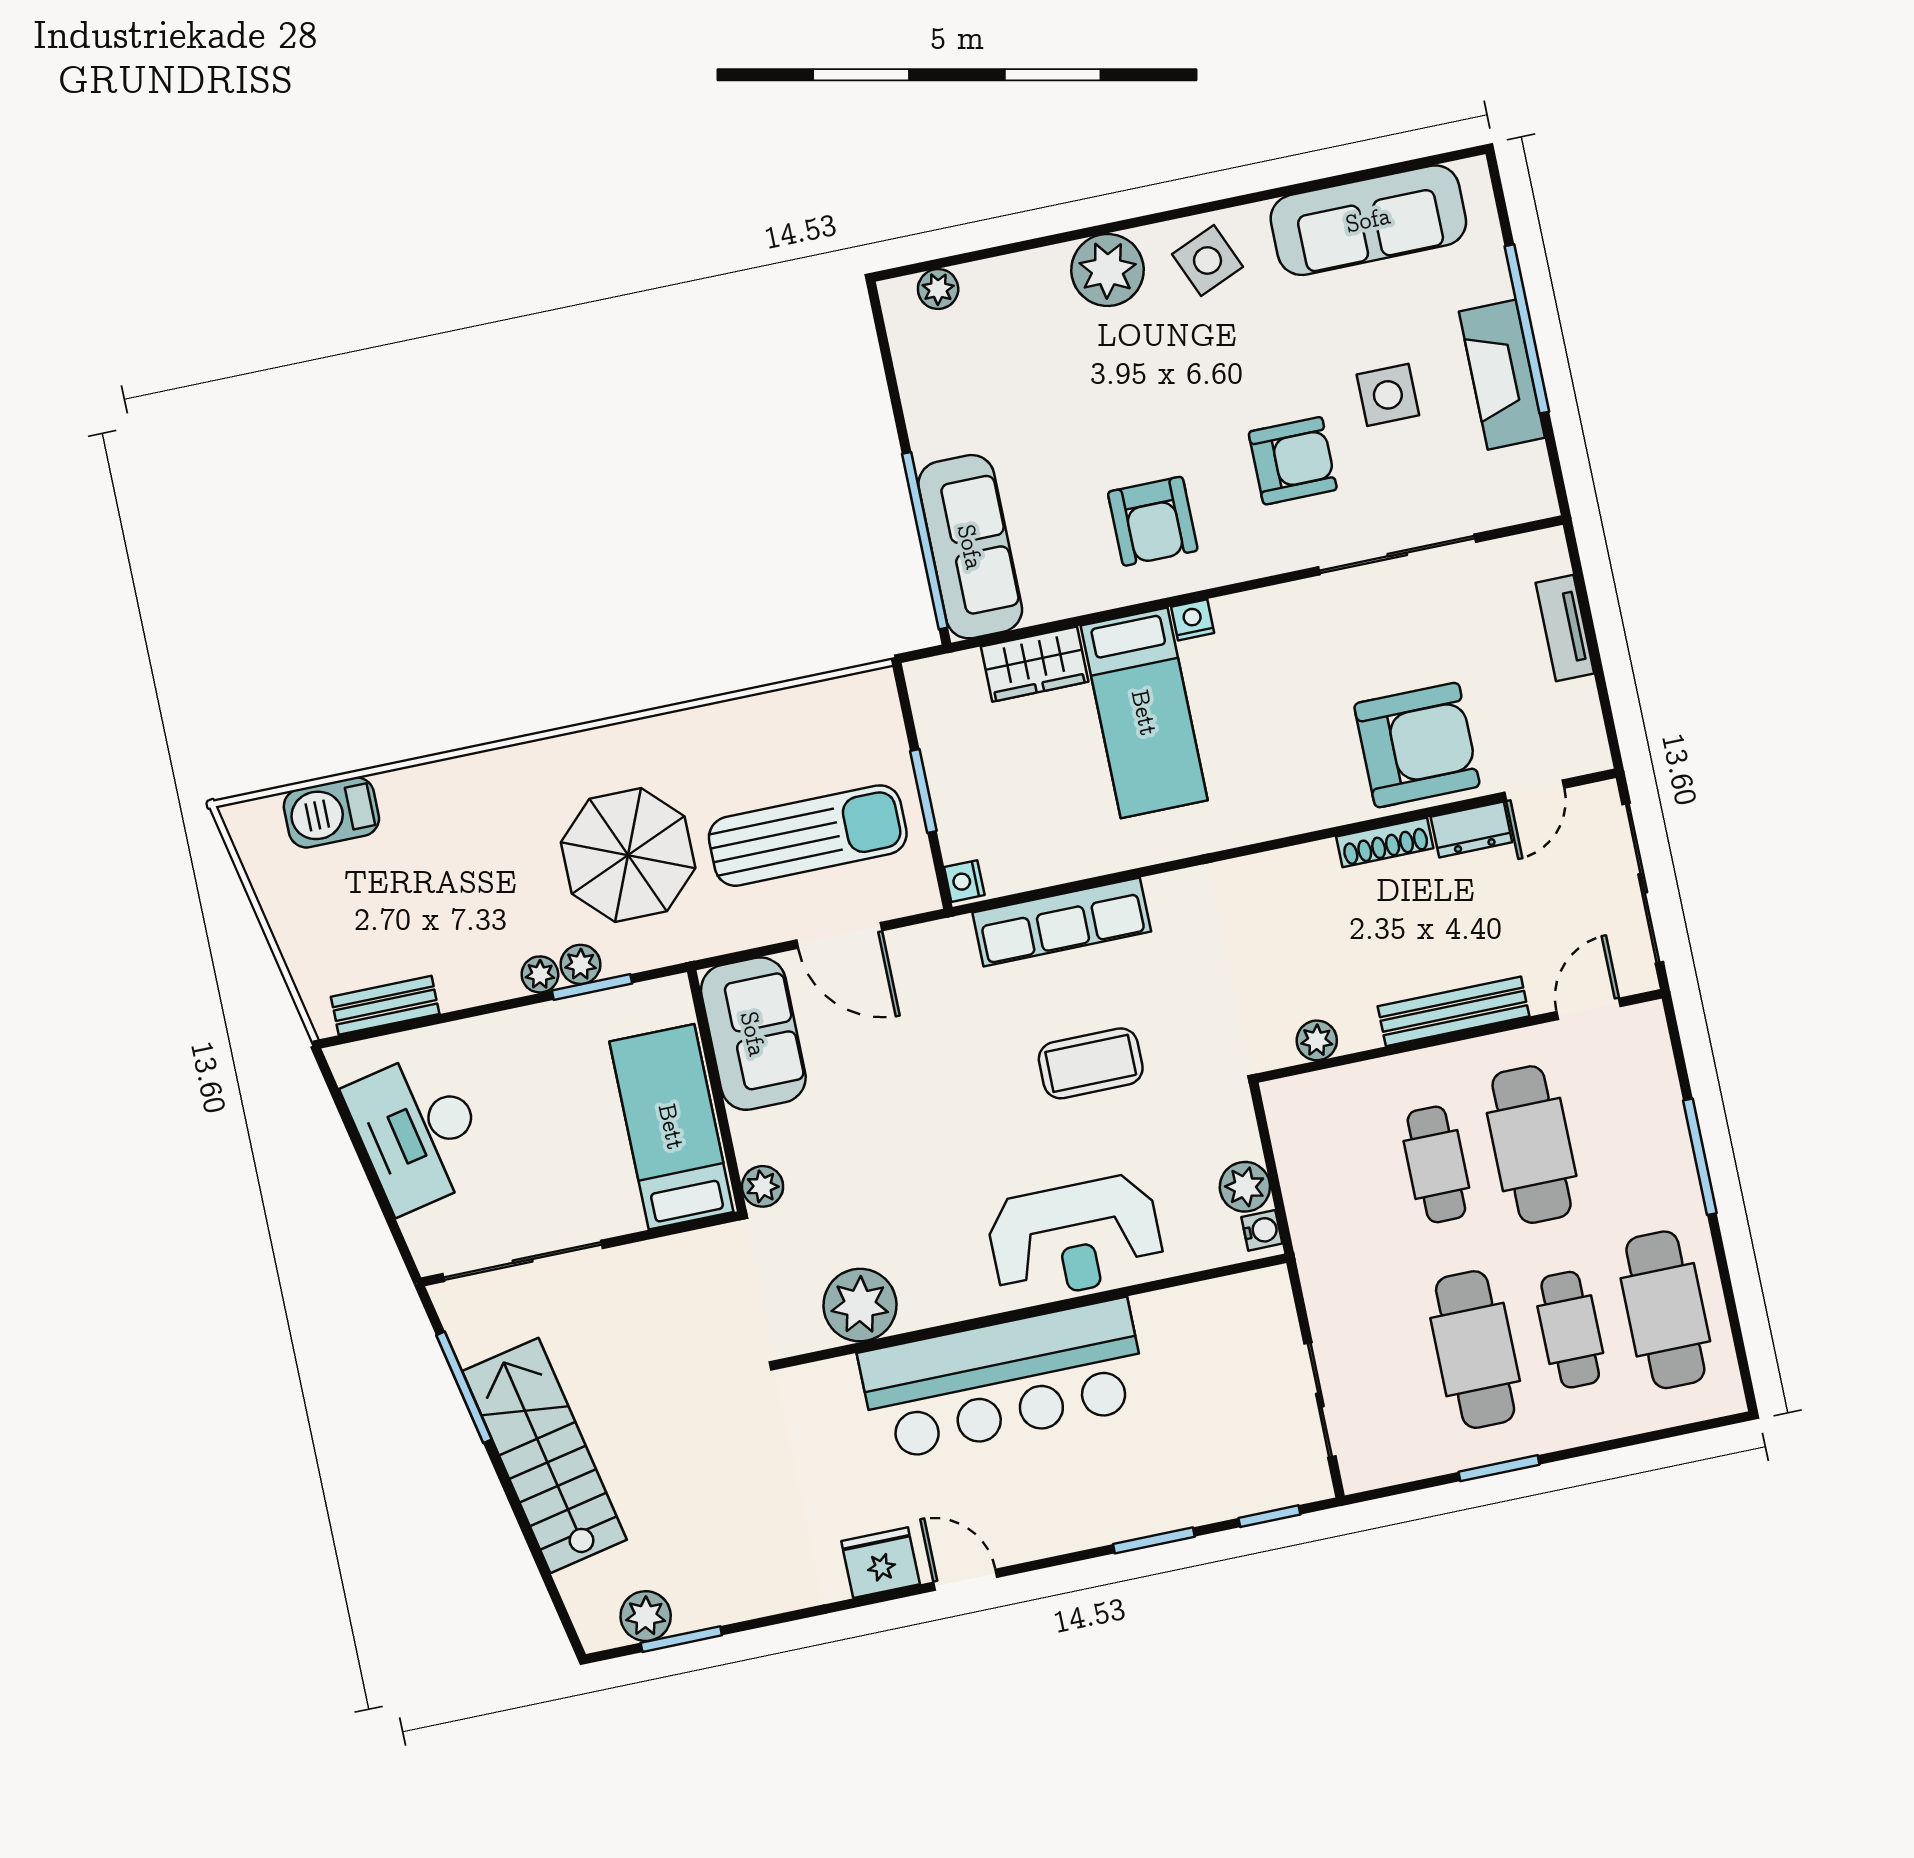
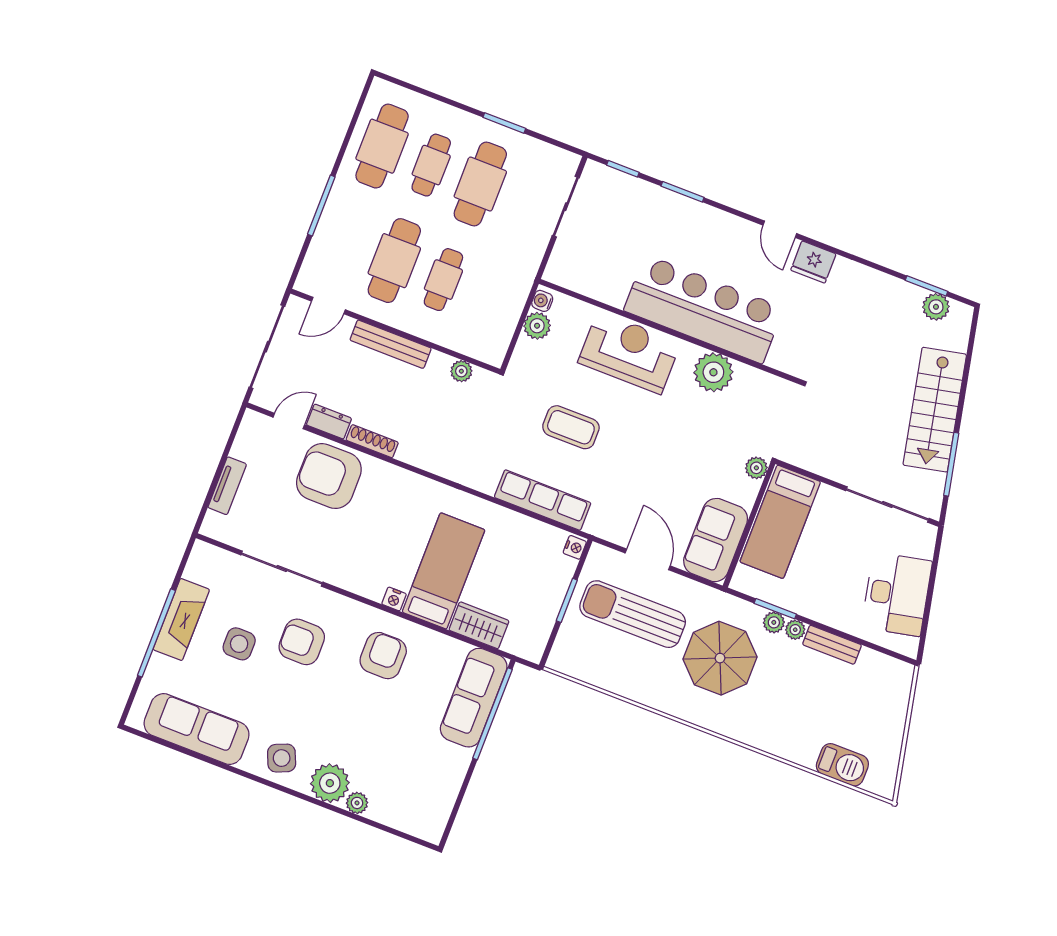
plant: (938, 289) -> (357, 803), moved
bench: (385, 1005) -> (832, 645), moved
plant: (860, 1305) -> (713, 372), moved

